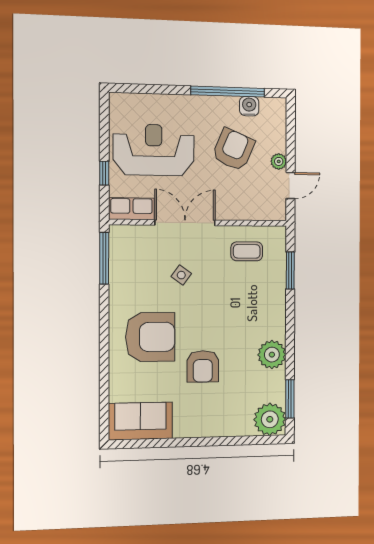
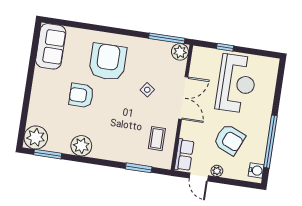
water cooler: (249, 106) -> (256, 170), moved
row of seats: (131, 209) -> (184, 155), moved
plant: (121, 237) -> (180, 52), added
armchair: (150, 337) -> (108, 62), turned 180

